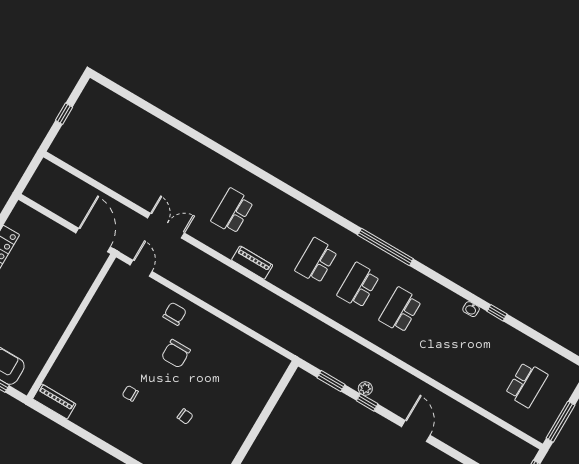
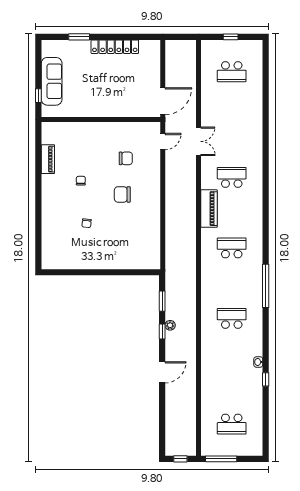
piano: (252, 263) -> (209, 209), width x1.37, depth x1.33
school desk: (358, 285) -> (232, 72), moved, turned 180
chair: (175, 314) -> (126, 158), moved
piano: (54, 401) -> (48, 159), moved

